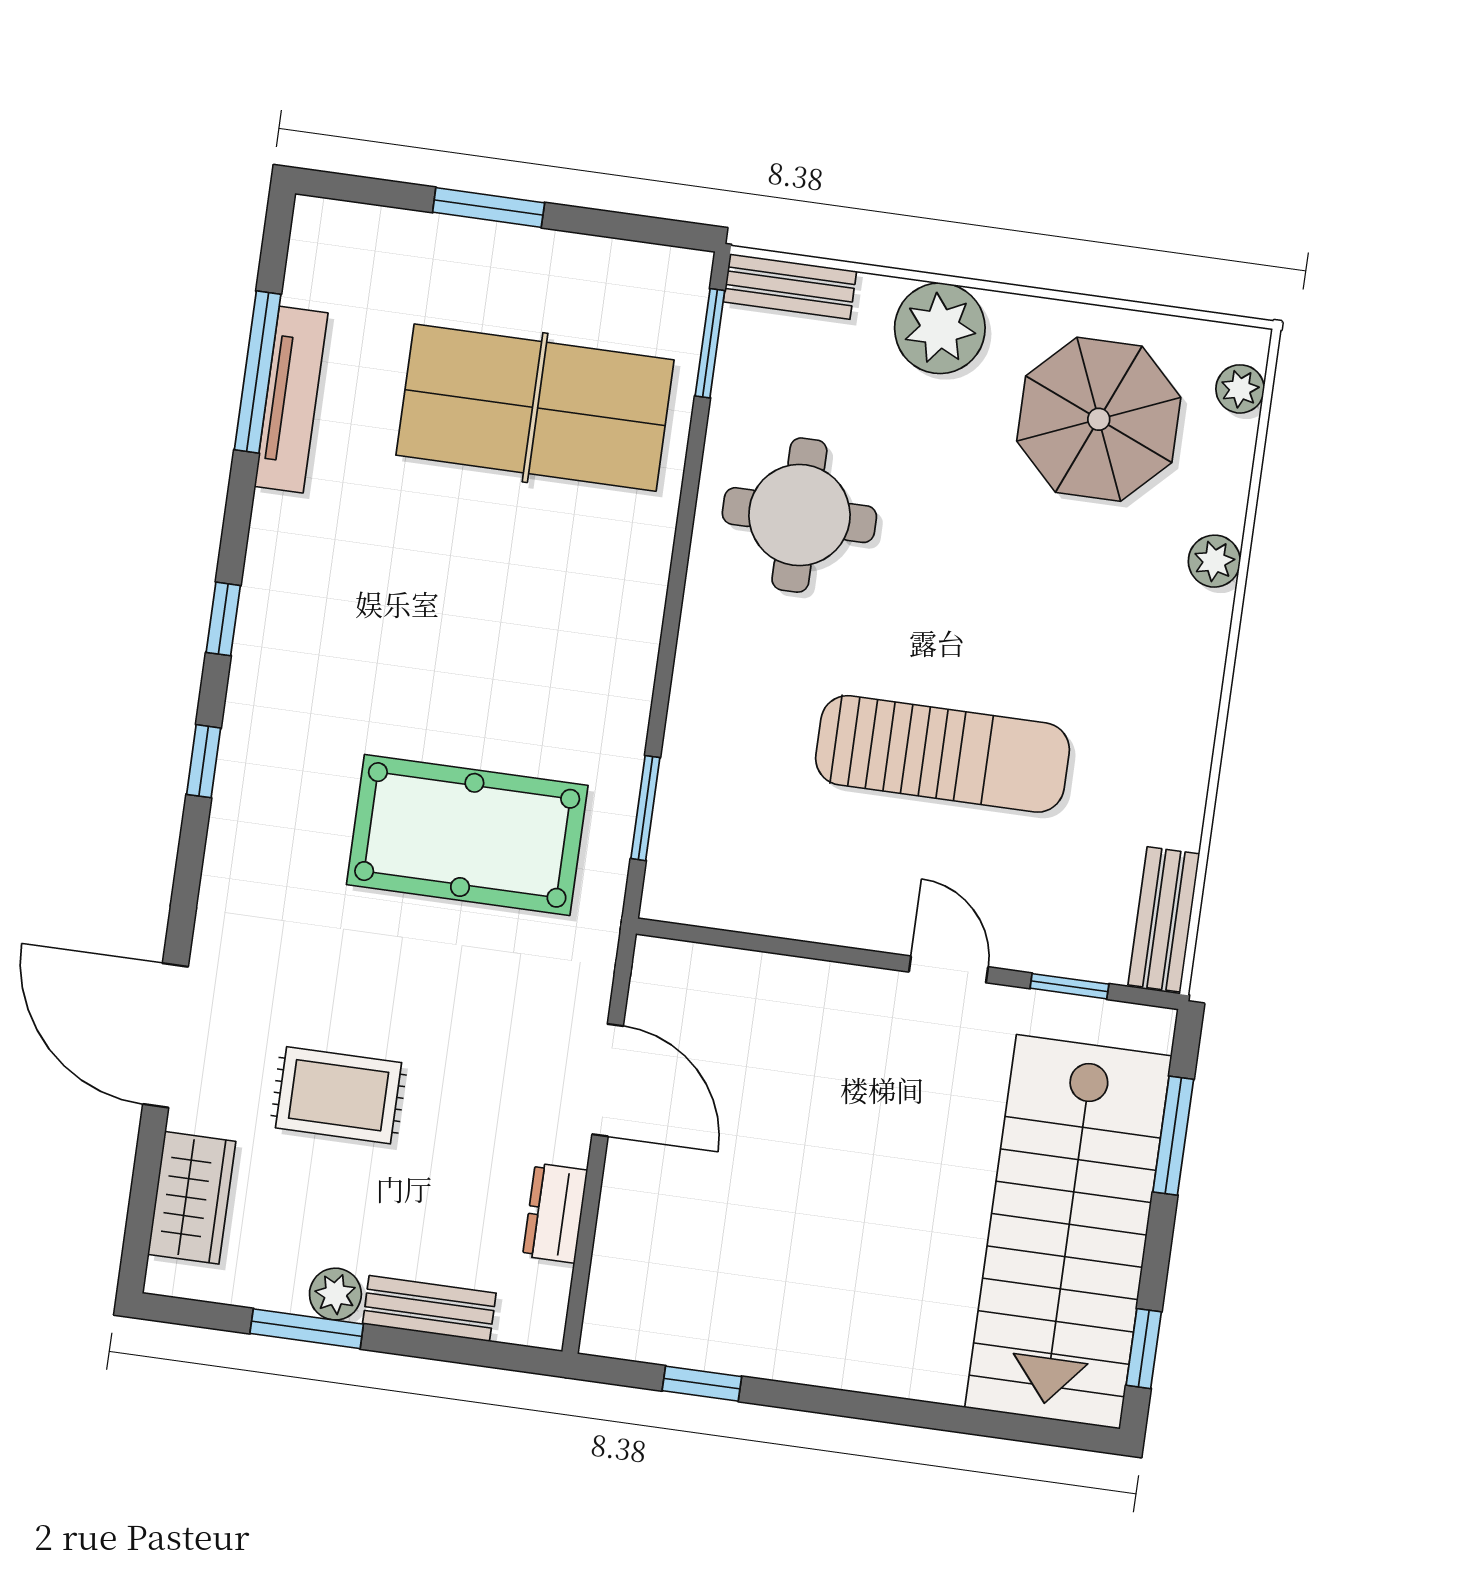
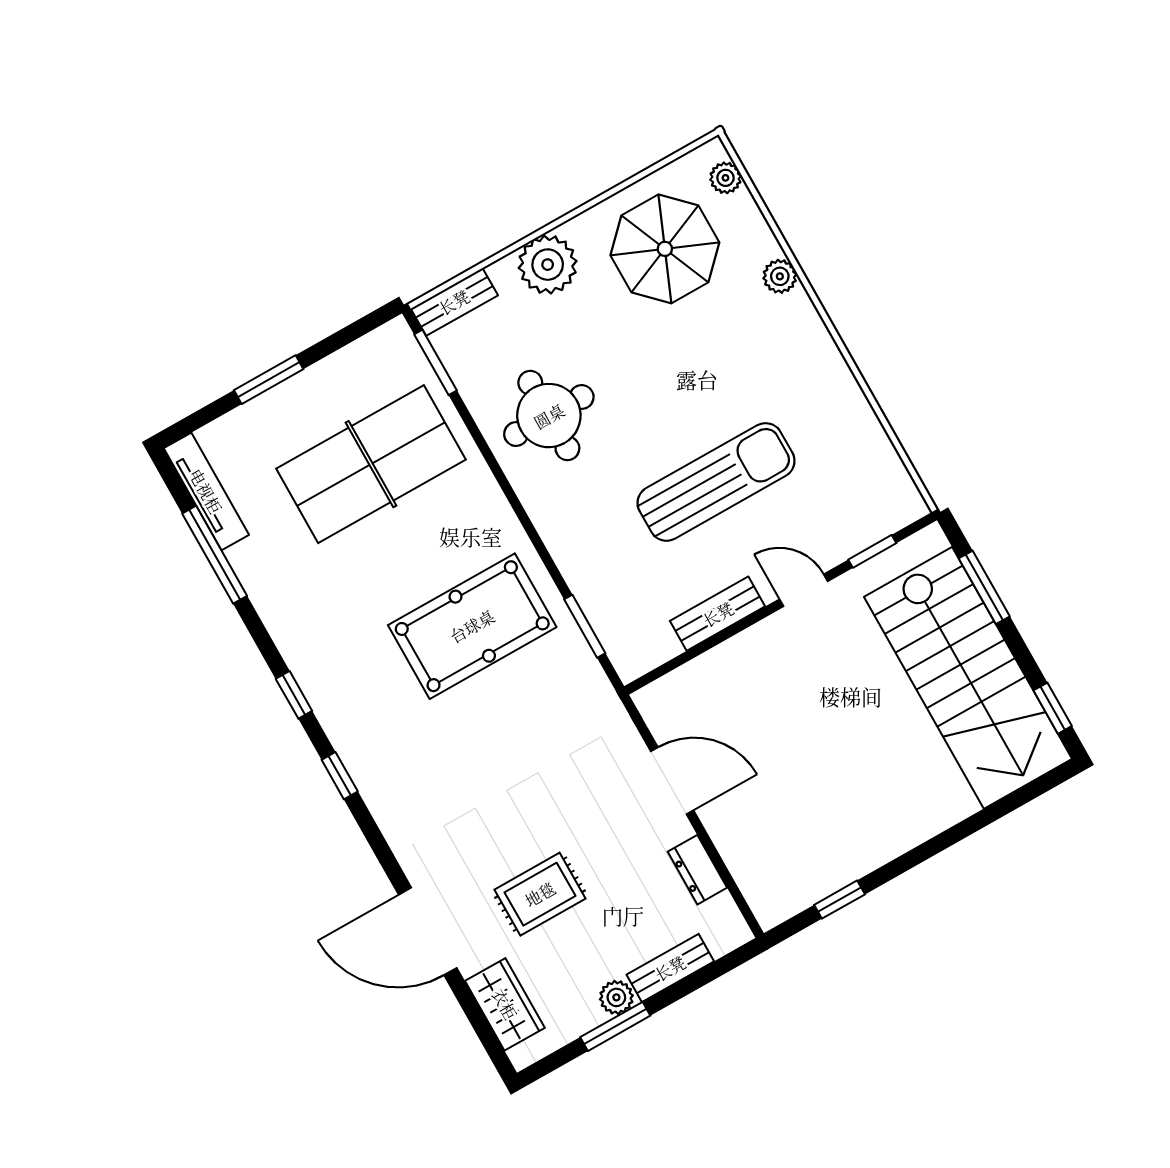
tv unit: (291, 400) -> (206, 491), moved
pool table: (467, 835) -> (472, 626), moved
bench: (1164, 919) -> (718, 614), moved, turned 90

